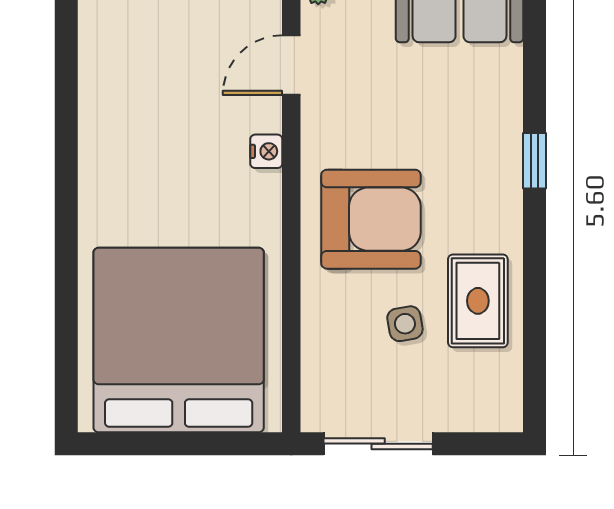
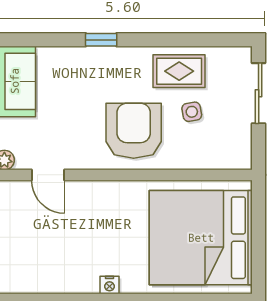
nightstand: (266, 151) -> (109, 285), moved, turned 180
sliding door: (378, 444) -> (259, 93), moved

